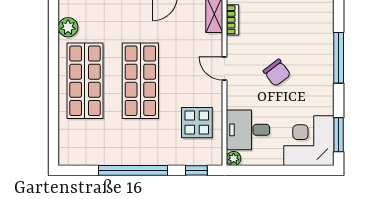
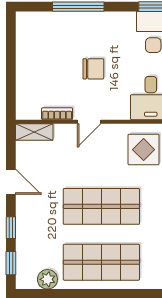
bookcase: (232, 20) -> (57, 114), moved
chair: (277, 73) -> (93, 69), turned 37

